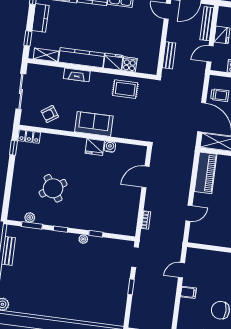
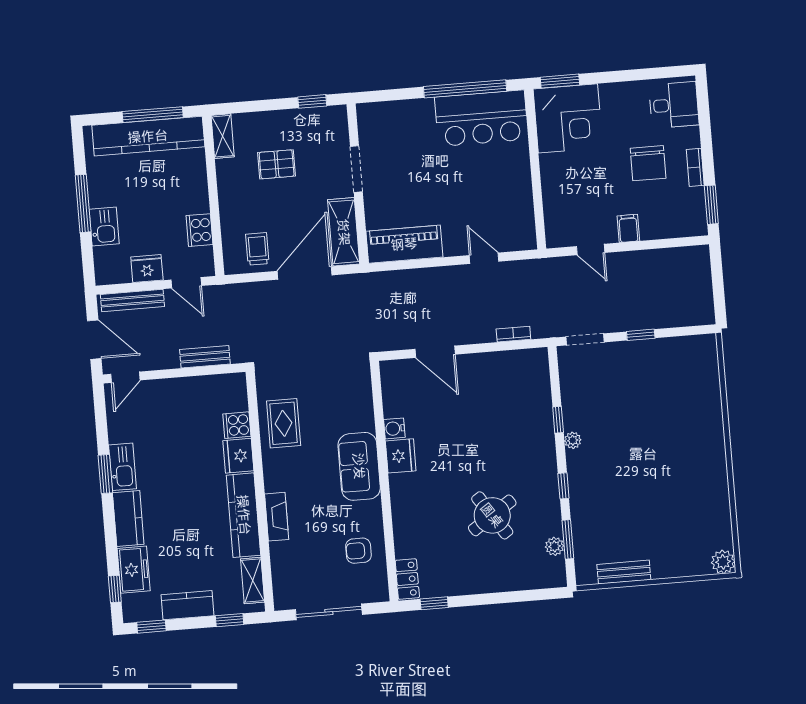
armchair: (50, 114) -> (358, 551), turned 124

